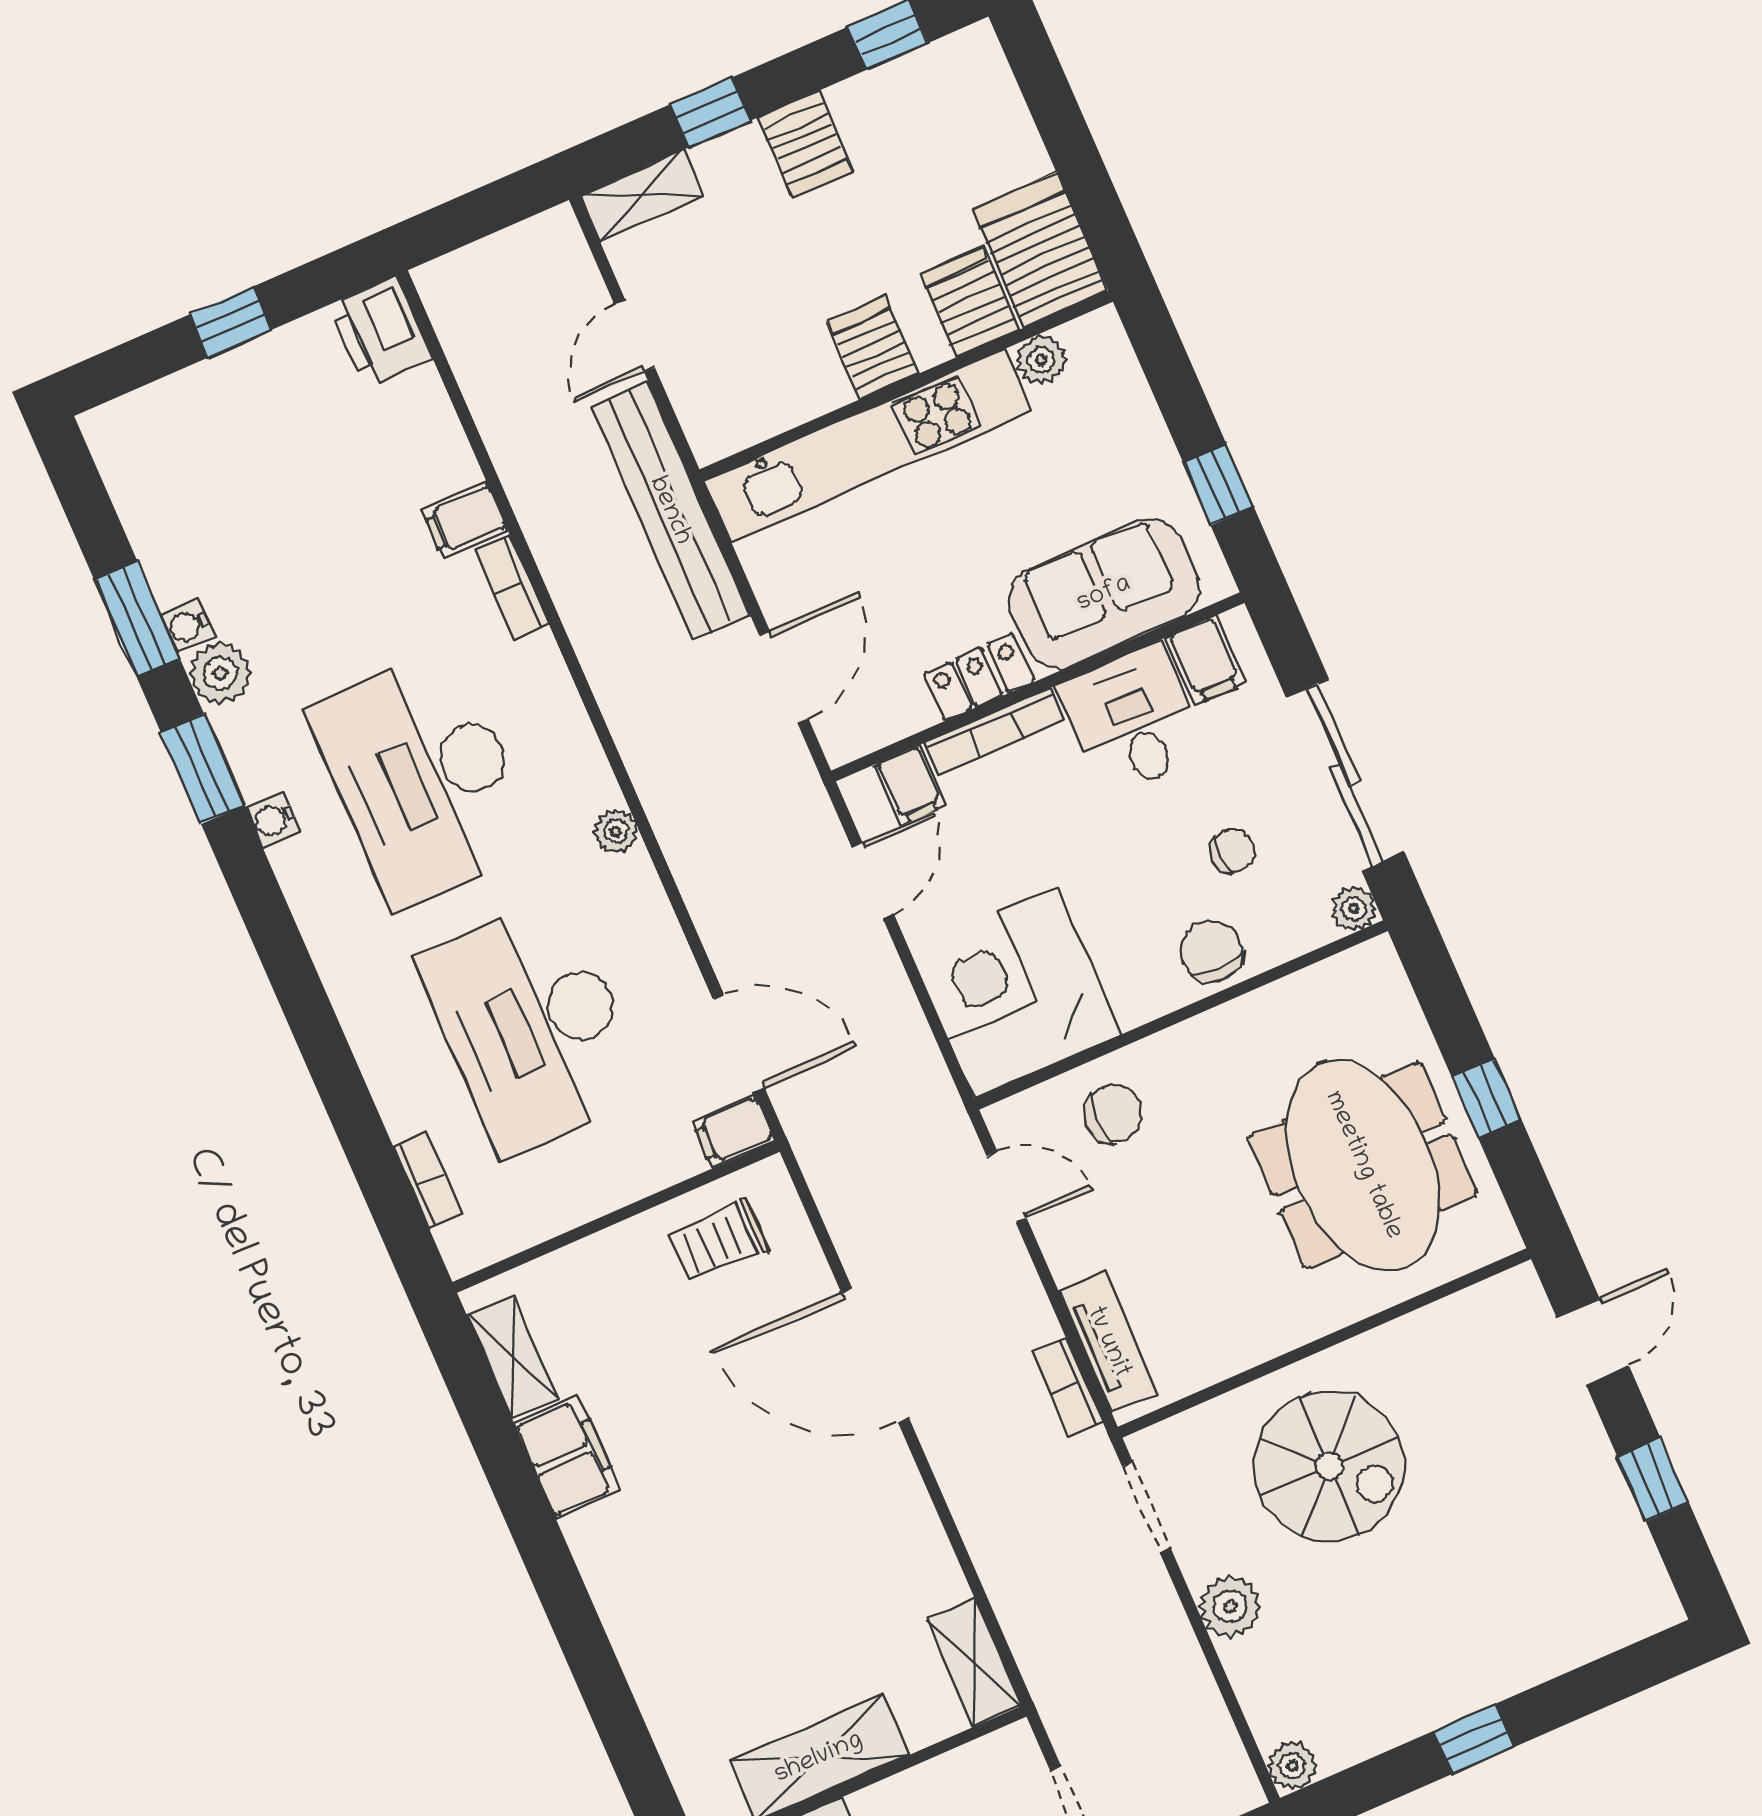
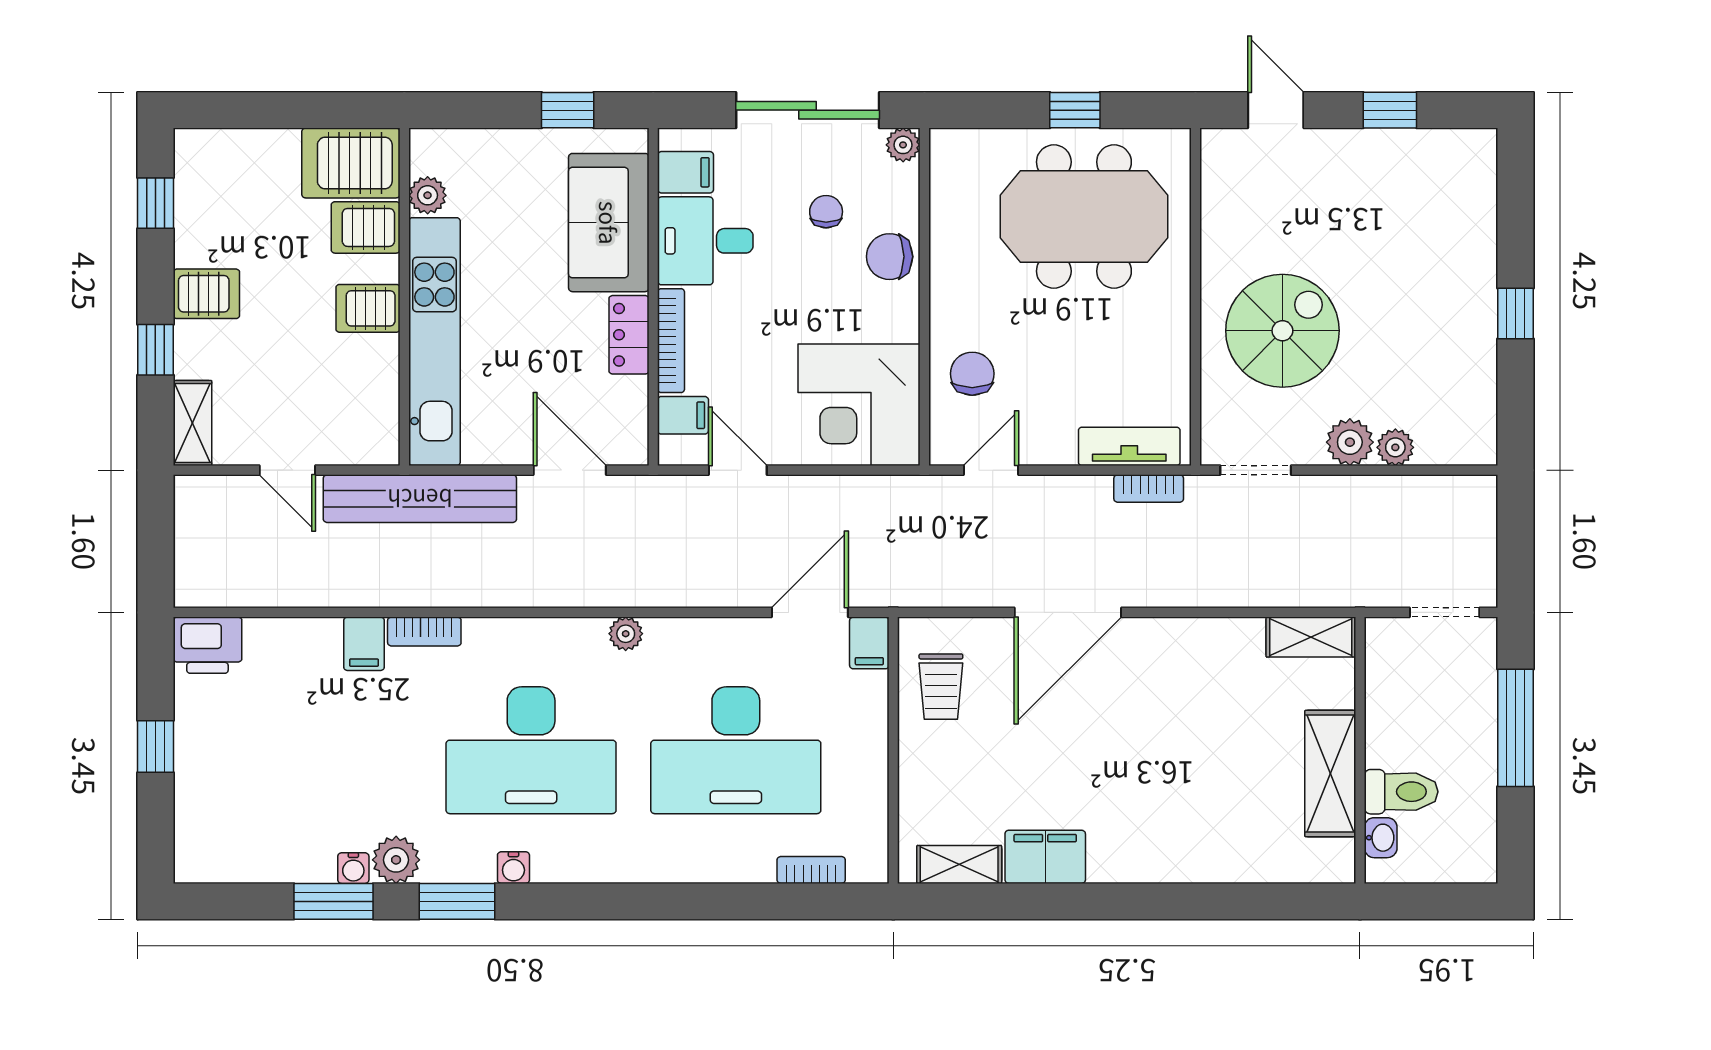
plant: (1292, 1766) -> (1395, 447), moved

